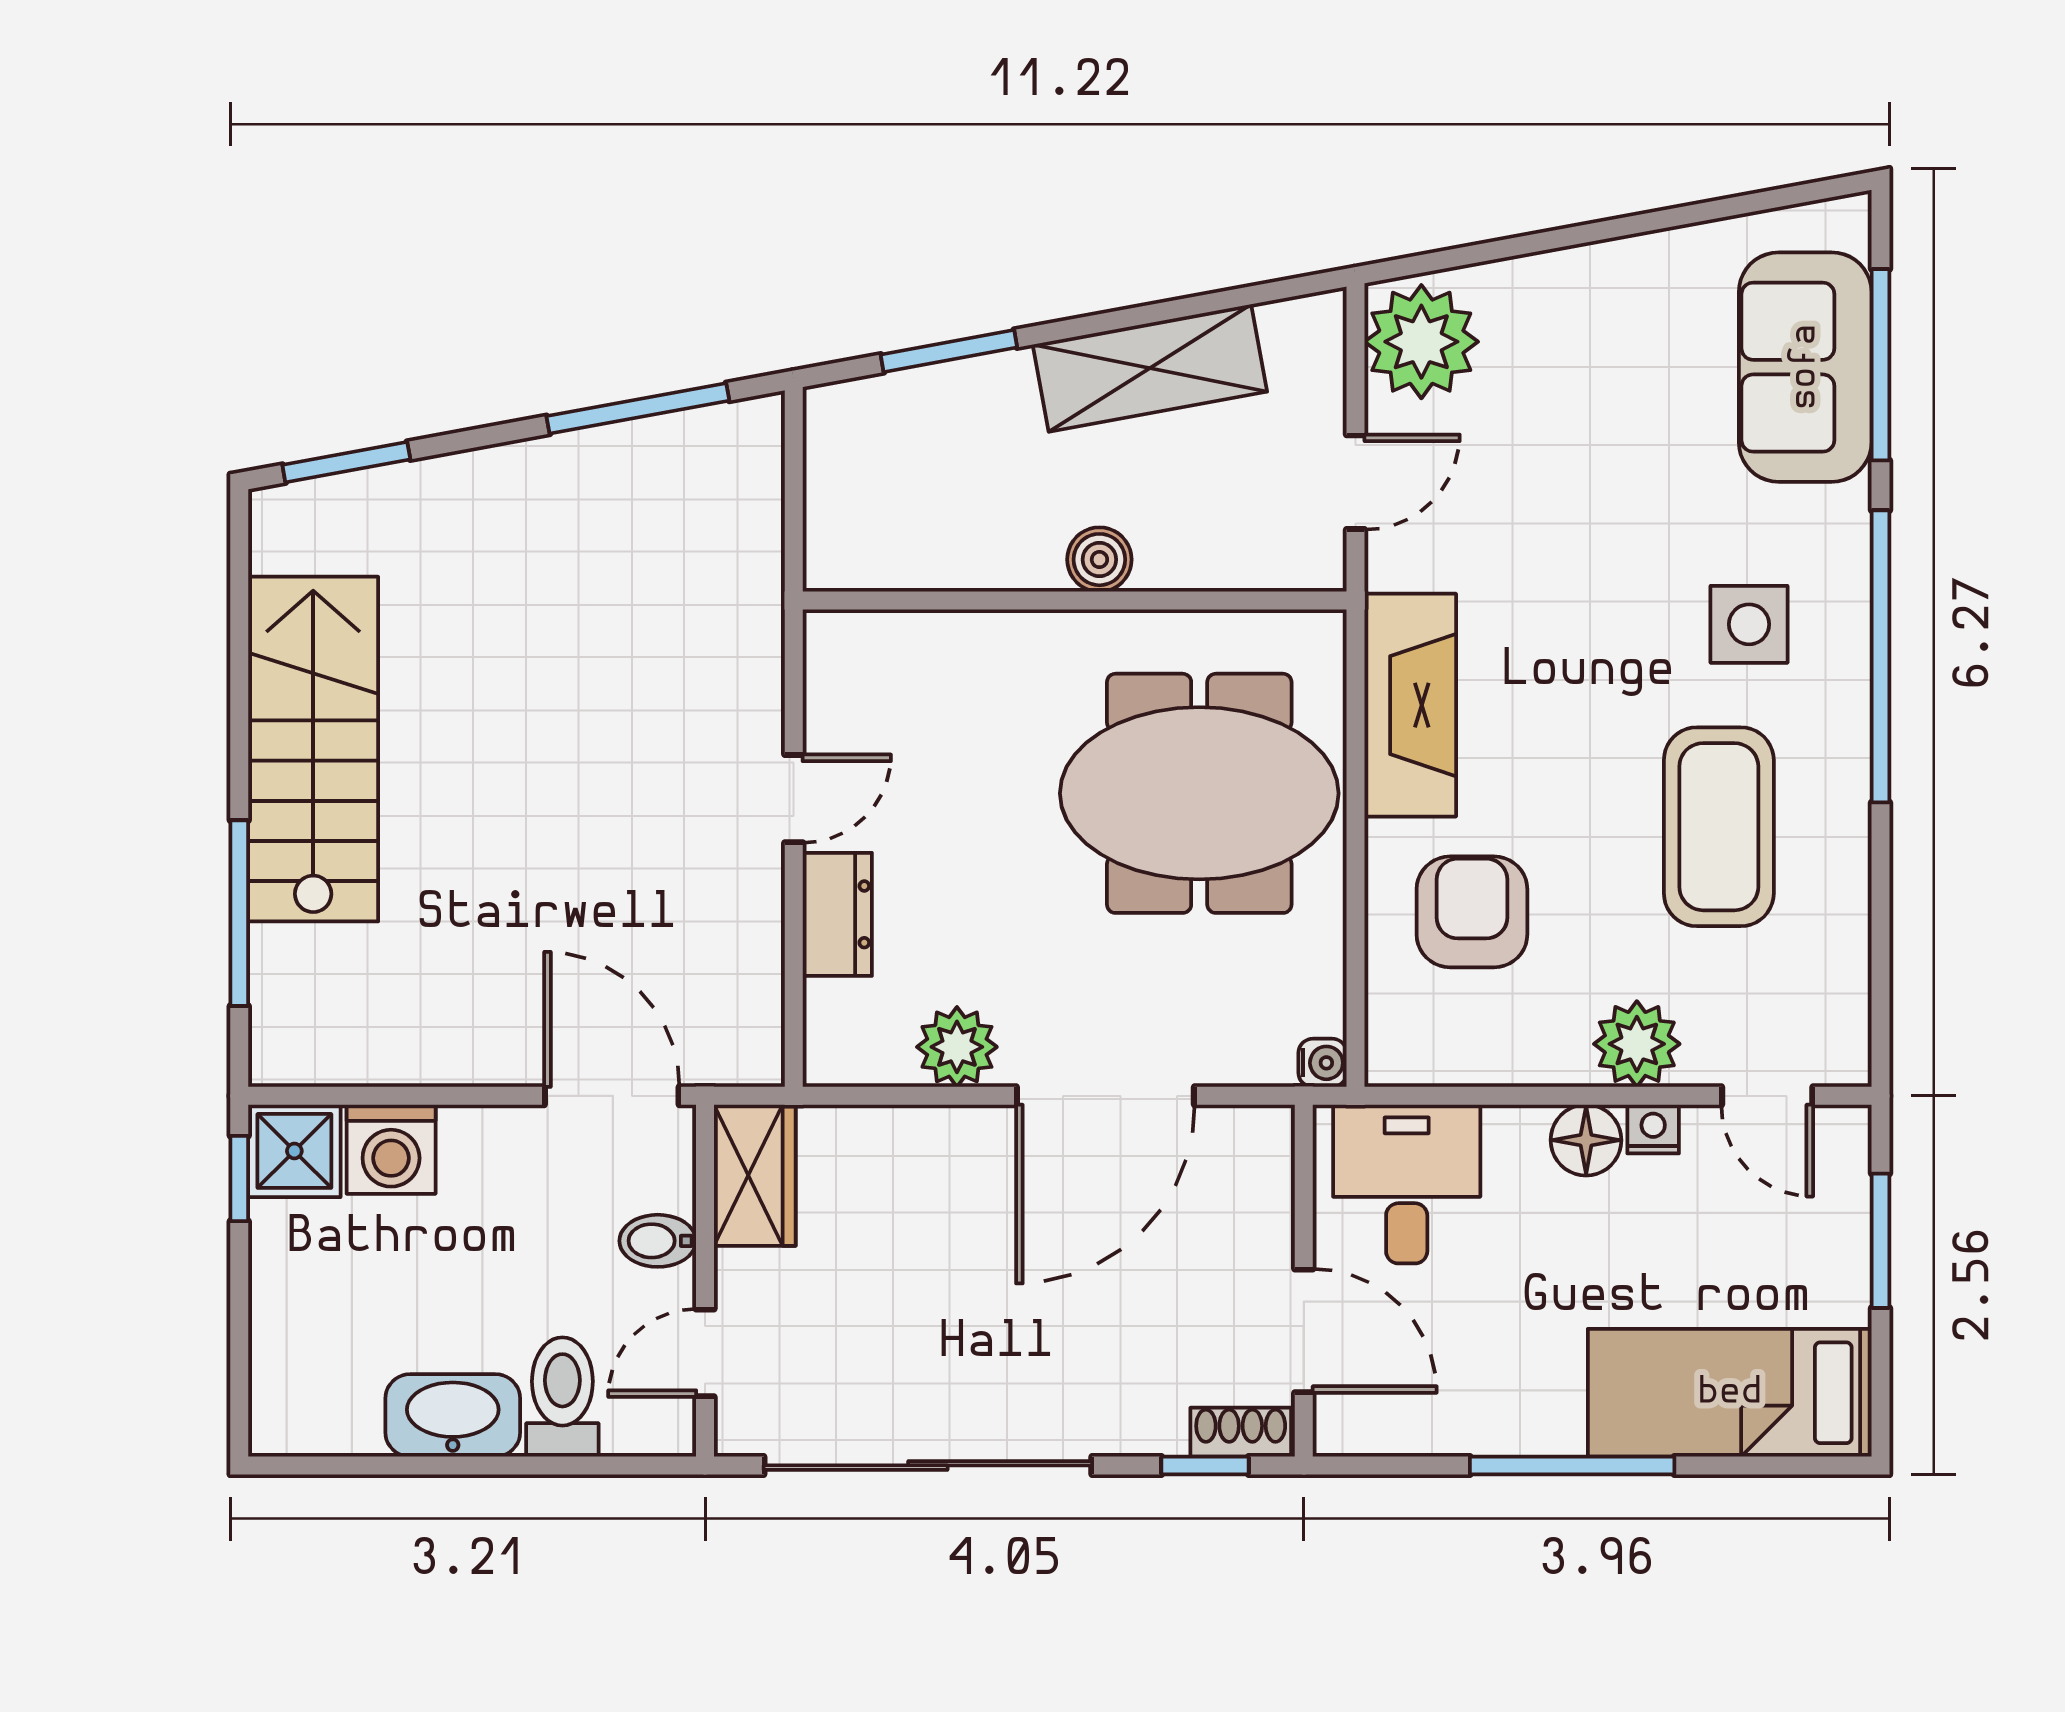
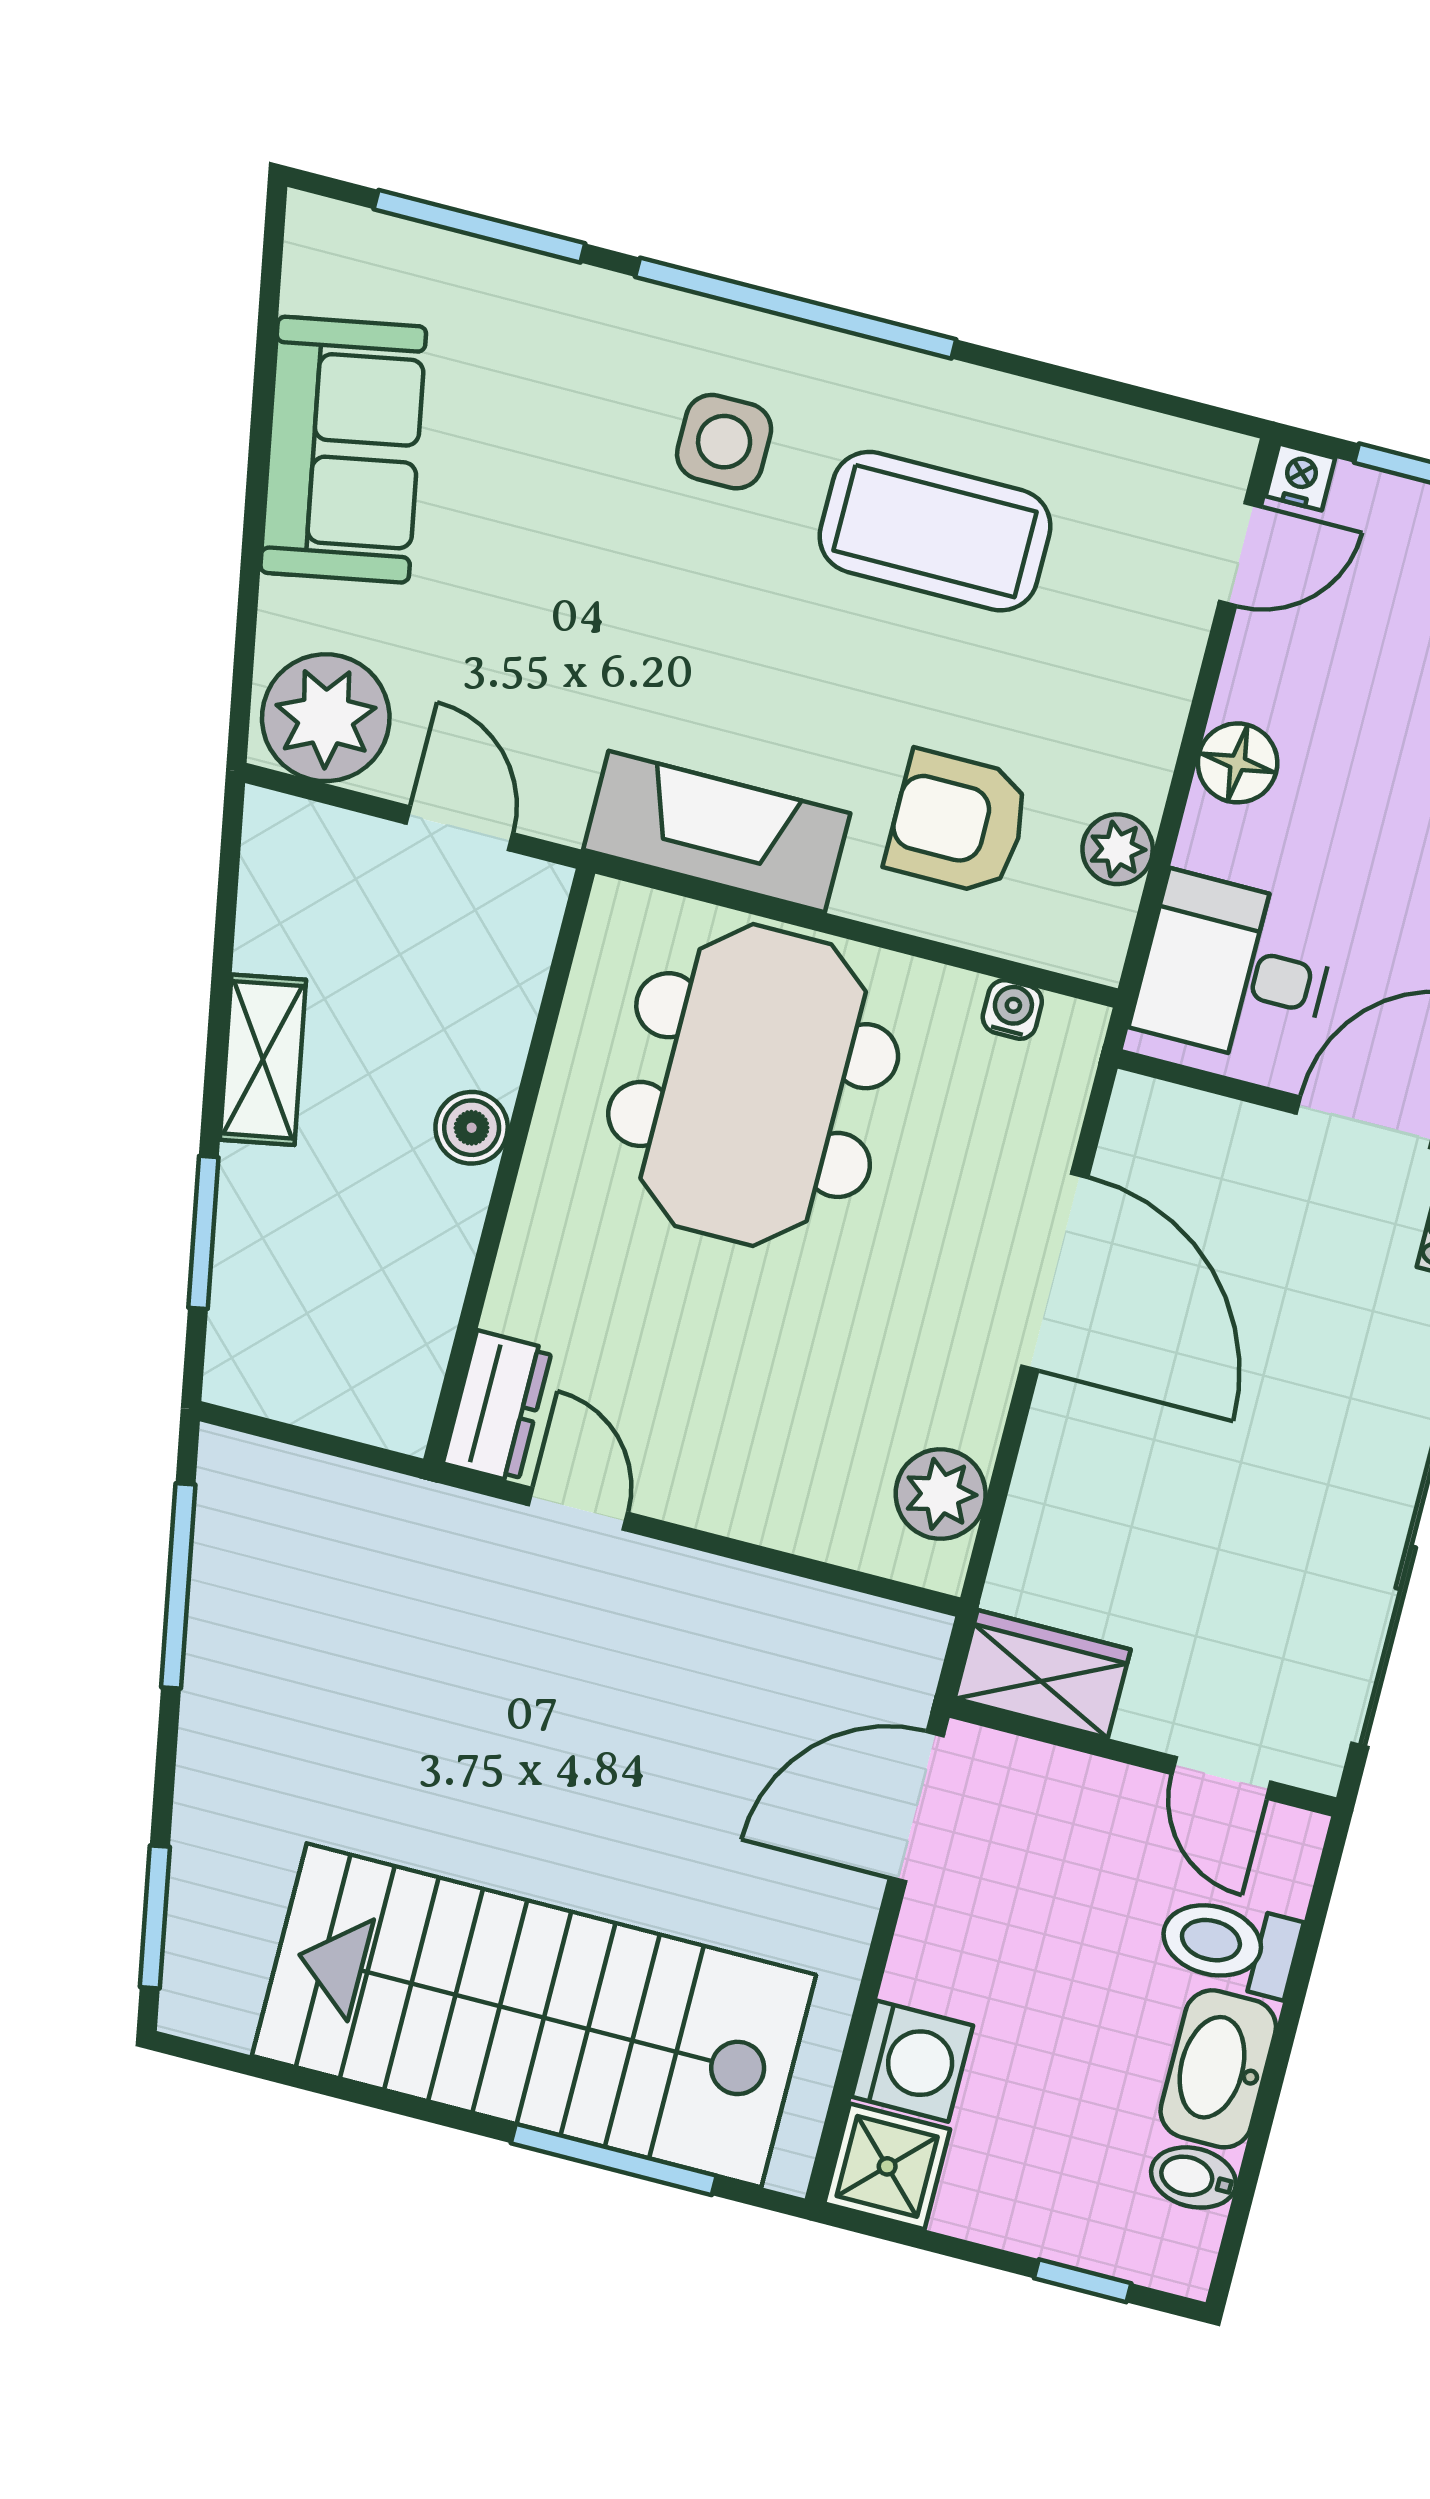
sofa: (1805, 367) -> (343, 450), moved, turned -100
shelving: (1150, 368) -> (263, 1060), width x0.67, depth x0.75
stairs: (313, 749) -> (534, 2015), width x1.36, depth x1.51
door: (794, 799) -> (578, 1509), moved
dresser: (837, 914) -> (497, 1406), moved, turned 90
plant: (1637, 1044) -> (1118, 849), moved, width x0.73, depth x0.73
plant: (957, 1047) -> (941, 1494), moved
water cooler: (1323, 1063) -> (1012, 1009), moved
nightstand: (1653, 1129) -> (1300, 477), moved, turned 90
window: (239, 1178) -> (1083, 2281), moved
bidet: (658, 1241) -> (1193, 2177), moved, turned 90

